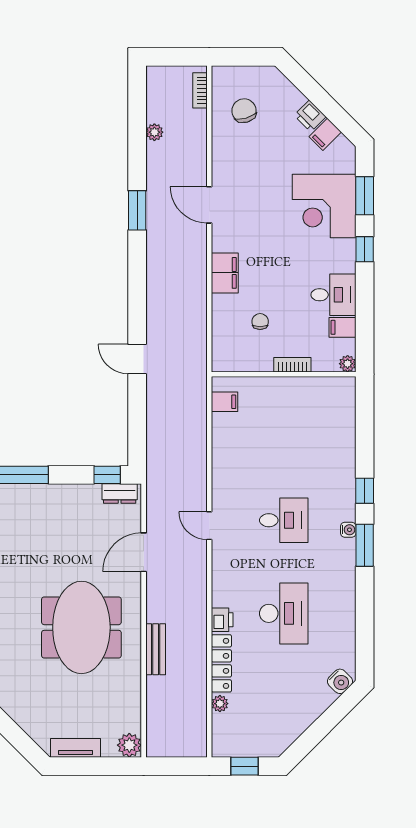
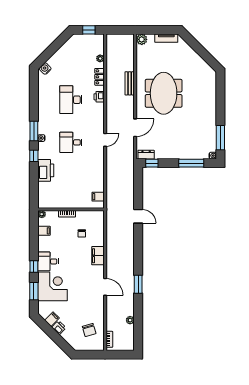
desk: (333, 295) -> (48, 261), moved
printer: (339, 459) -> (46, 170), added
door: (209, 526) -> (105, 140), hinge flipped
locker: (221, 663) -> (99, 77), width x0.66

